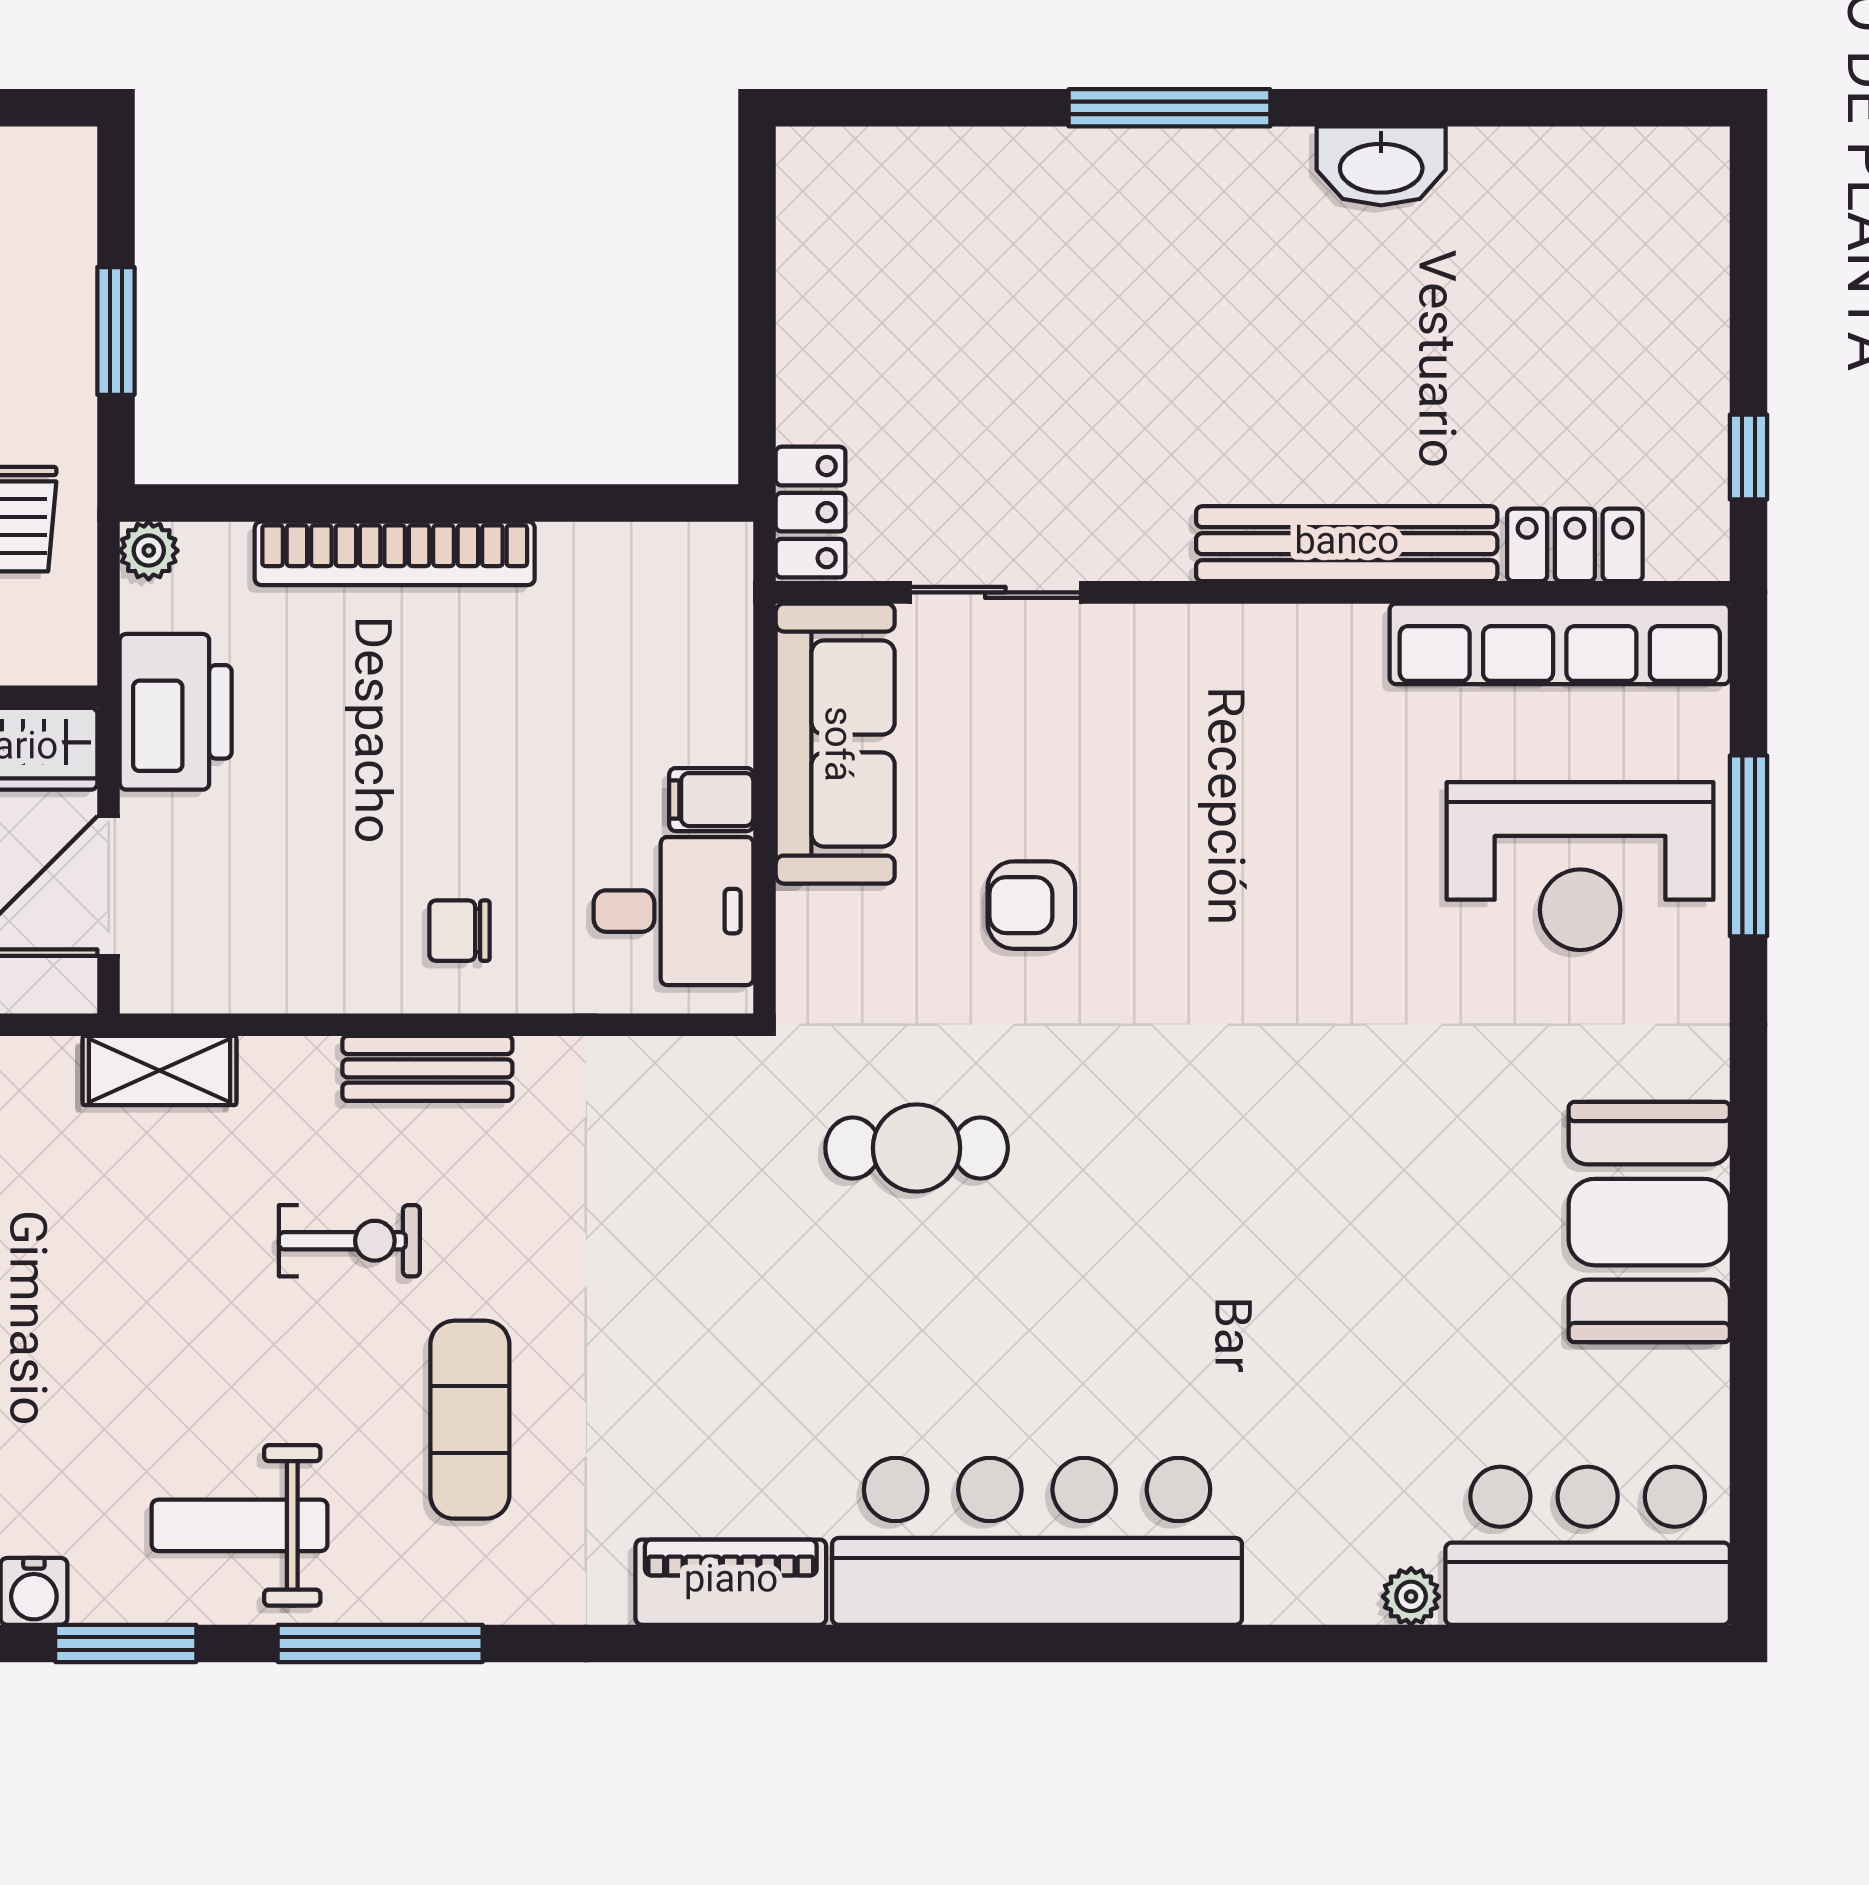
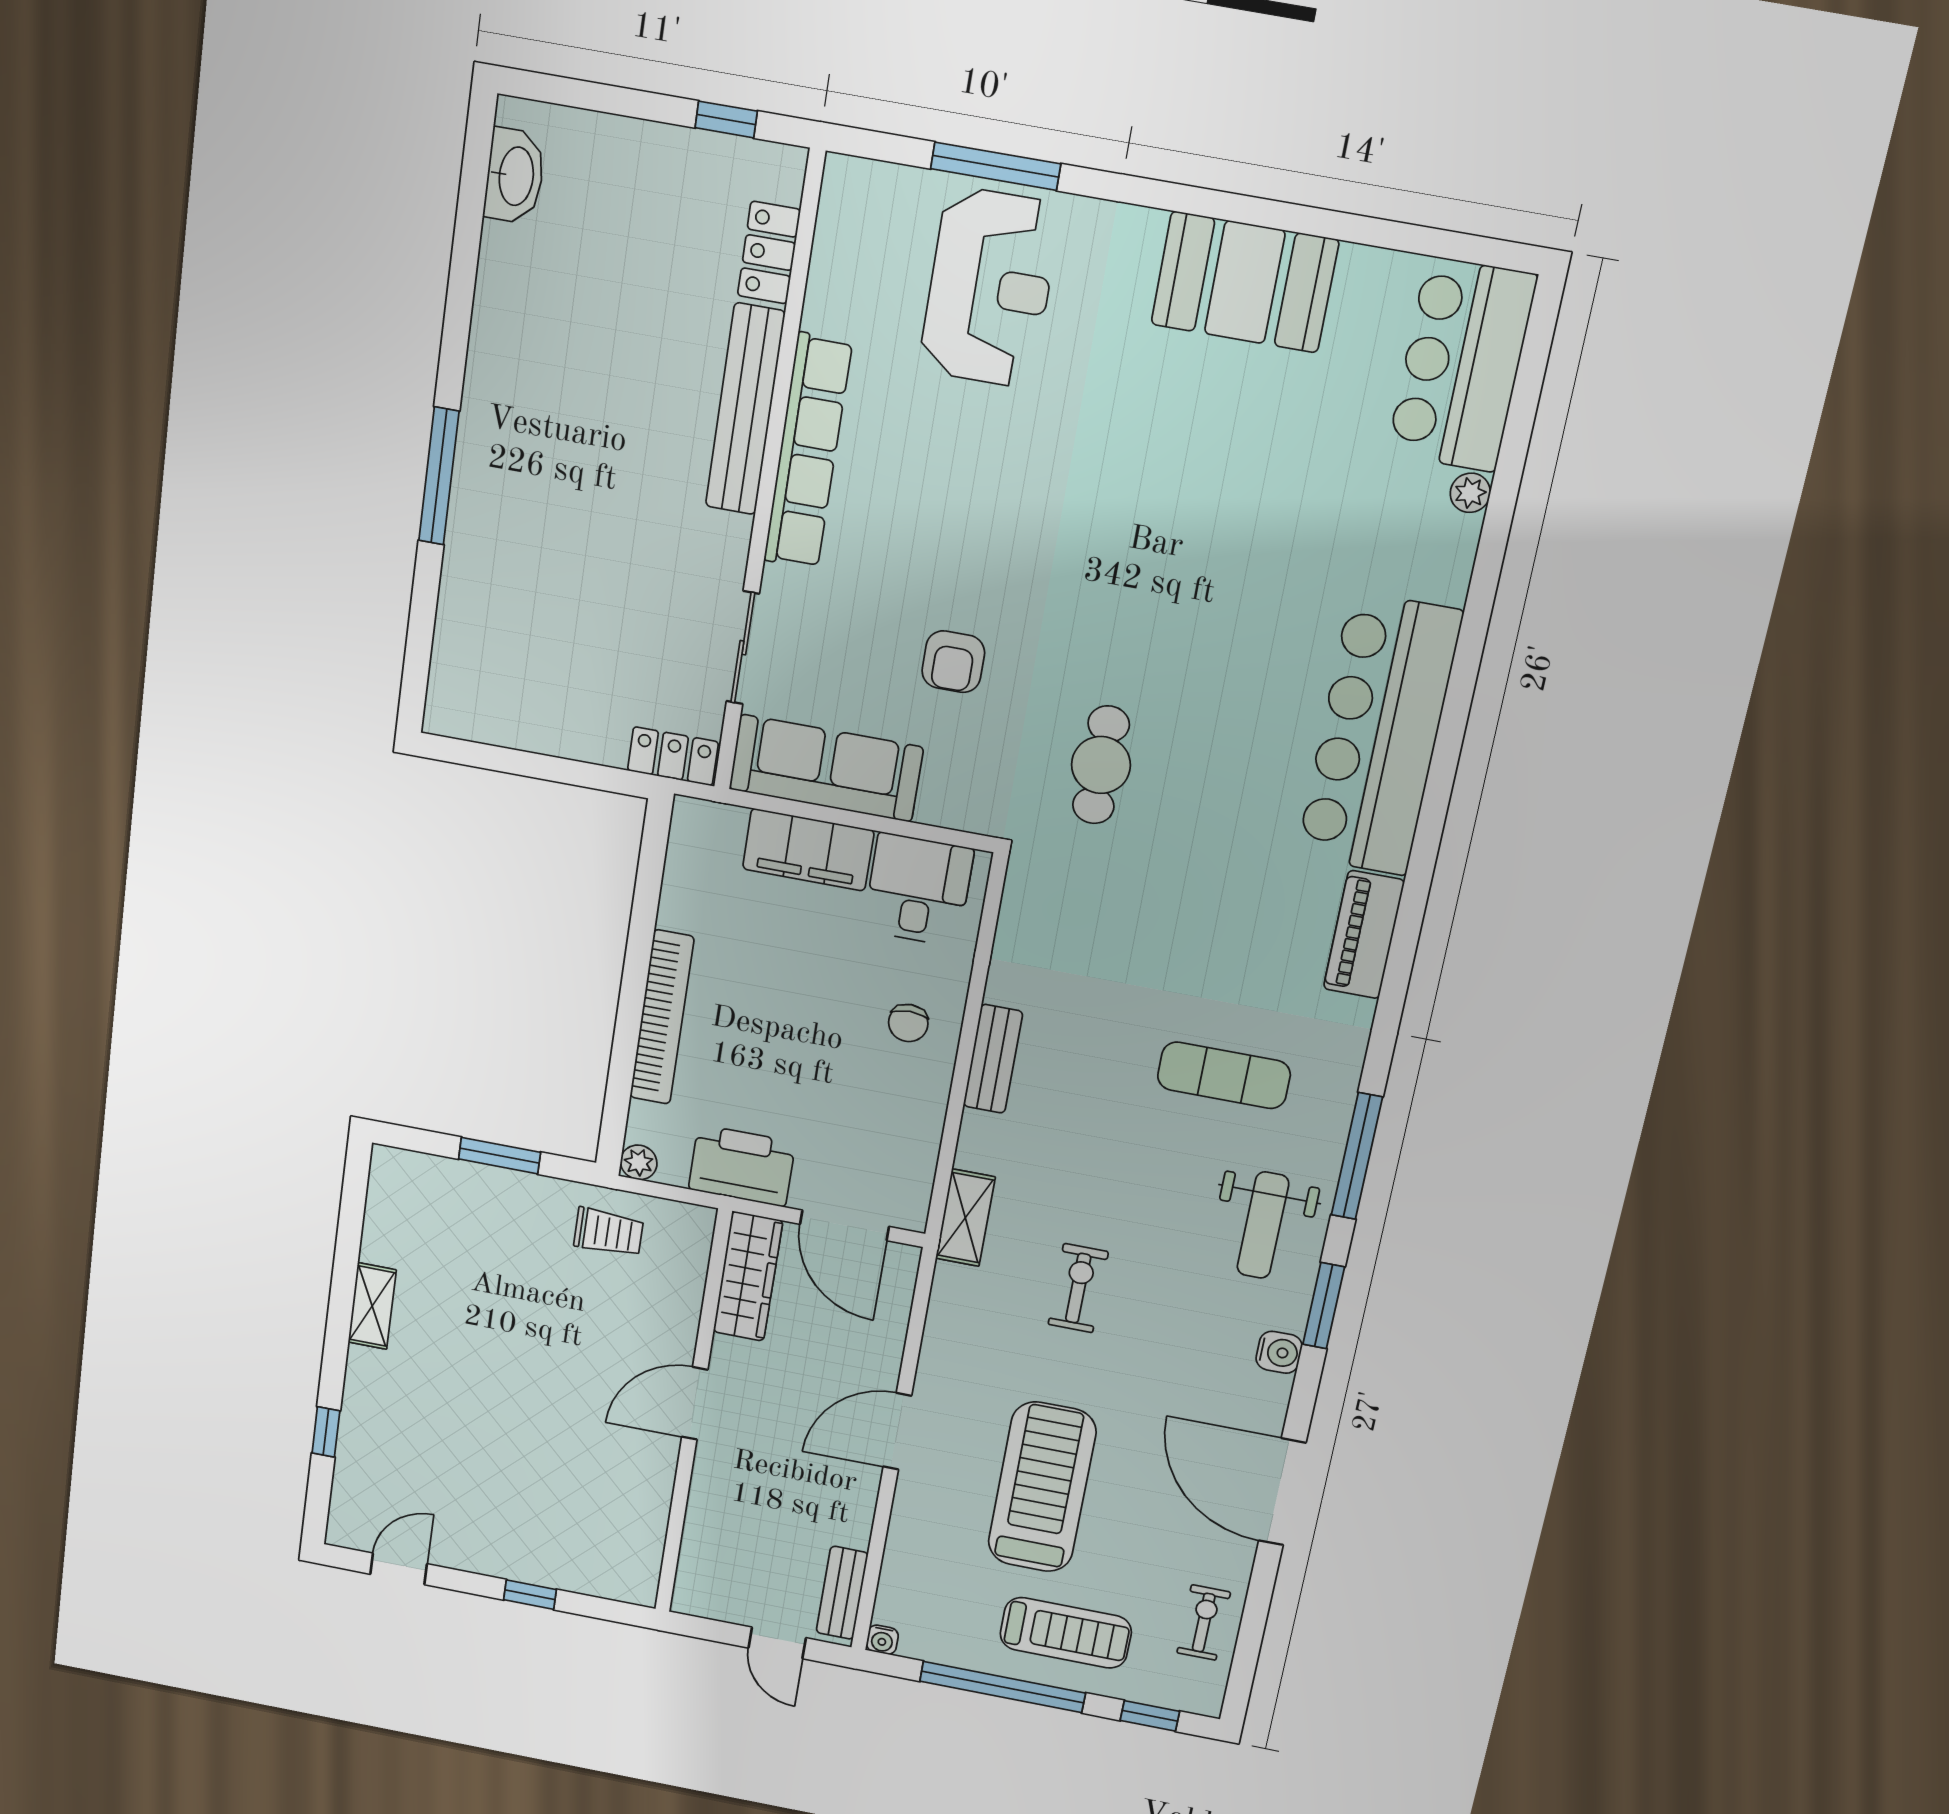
washbasin: (1381, 166) -> (515, 176), moved
row of seats: (1560, 644) -> (808, 452), moved
filing cabinet: (711, 800) -> (808, 850), width x3.00, depth x1.17
exercise bike: (349, 1241) -> (1078, 1288), moved

